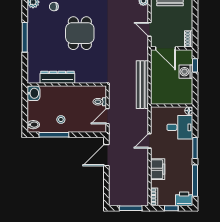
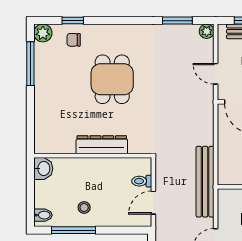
window: (25, 37) -> (30, 64), moved
dresser: (57, 77) -> (102, 145), moved
bench: (142, 85) -> (205, 182), moved

